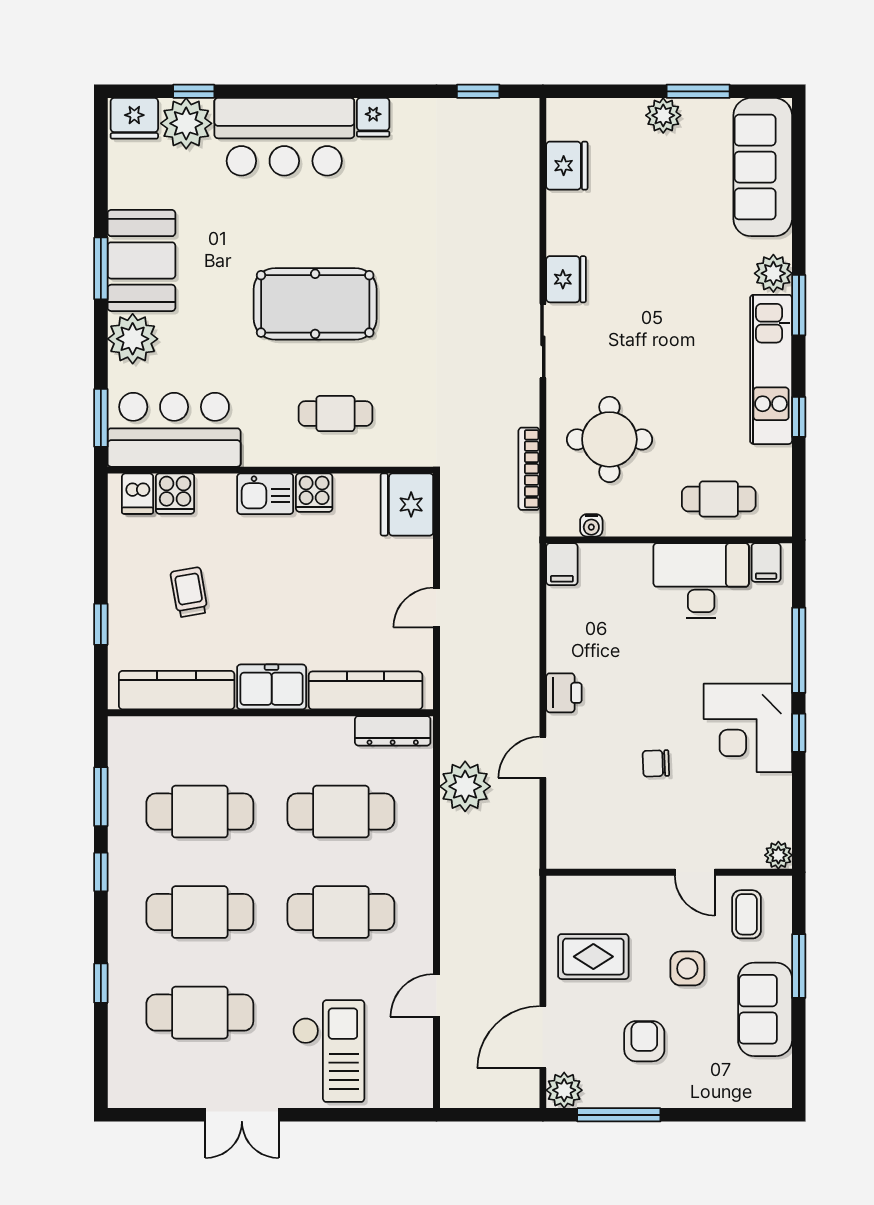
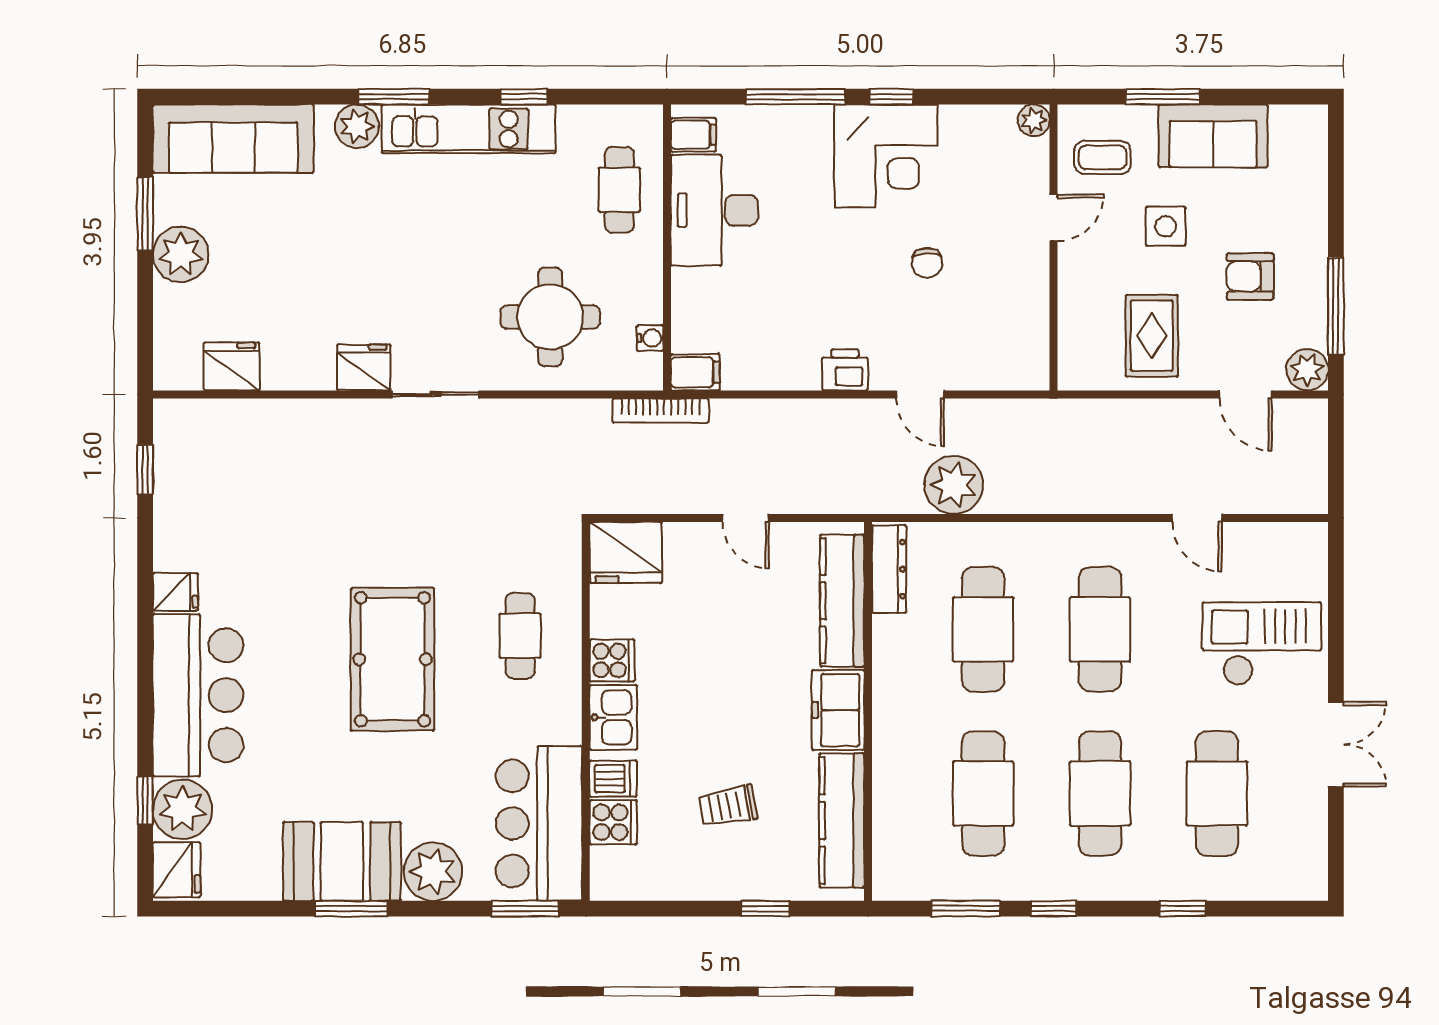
plant: (663, 115) -> (181, 254), width x1.36, depth x1.36
bookcase: (529, 469) -> (661, 411), moved
dishwasher: (138, 494) -> (613, 779), moved
door: (543, 1037) -> (1246, 394), width x0.73

